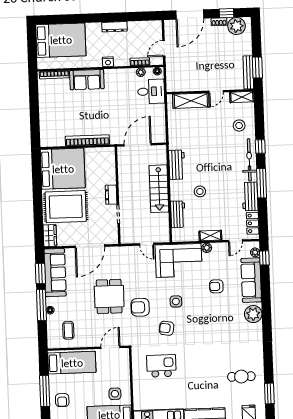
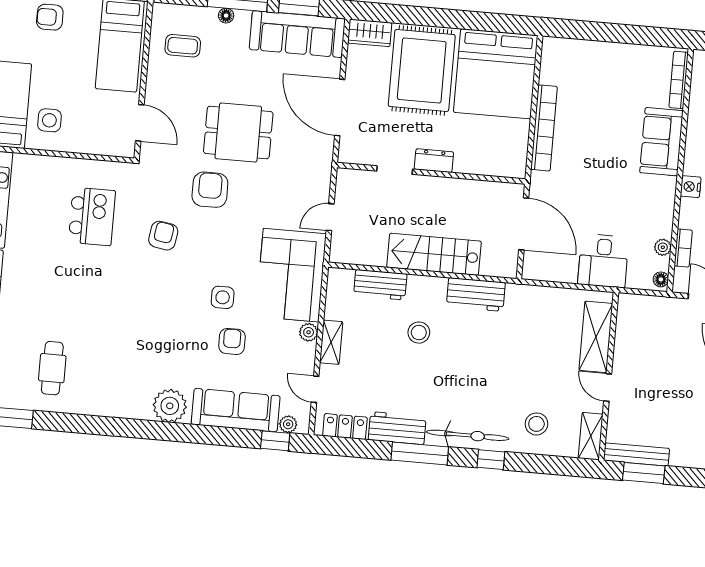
desk: (151, 91) -> (603, 261), moved
side table: (176, 301) -> (223, 297), moved

